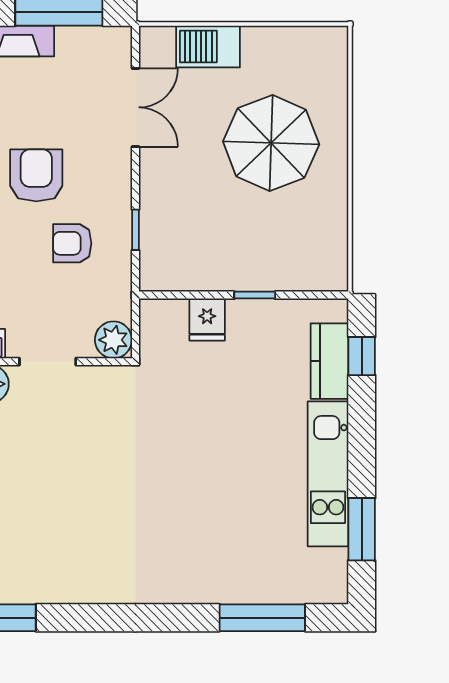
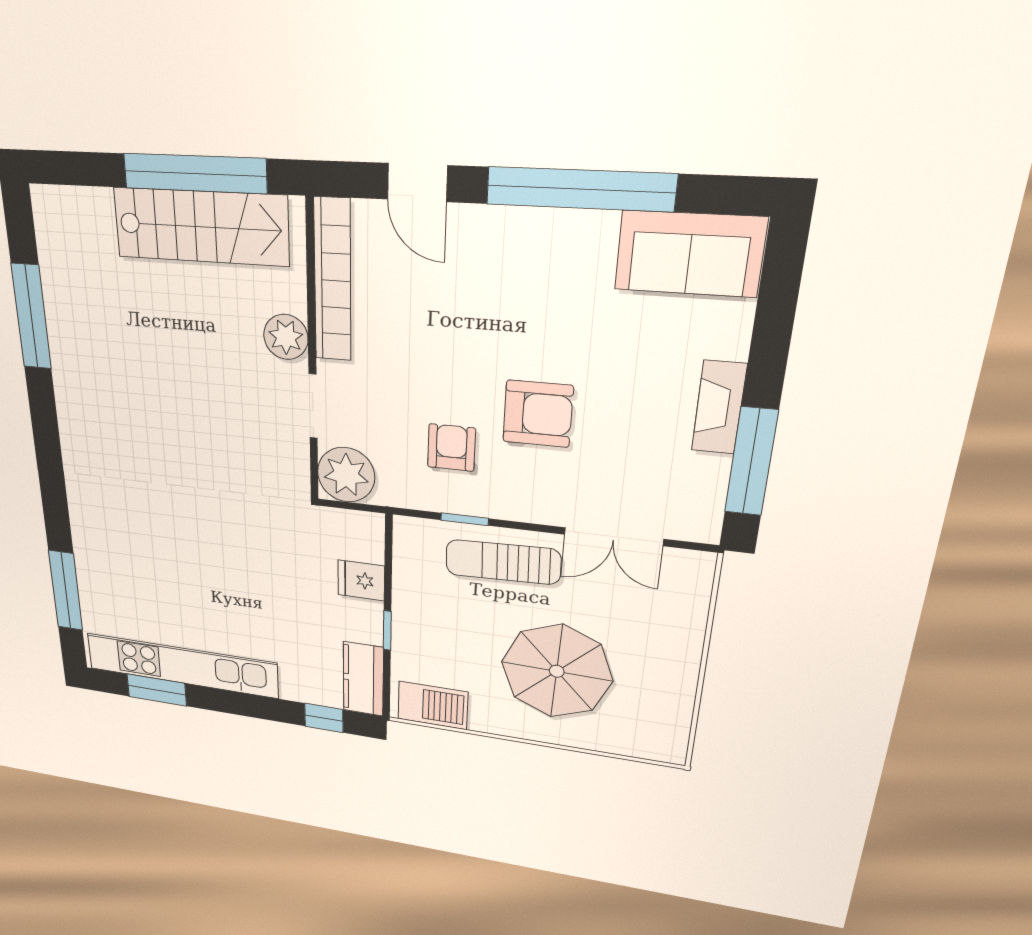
barbecue: (208, 47) -> (433, 705), moved, turned 90
sun lounger: (171, 196) -> (503, 562), added
plant: (113, 340) -> (346, 475), width x1.36, depth x1.36
kitchen counter: (329, 361) -> (363, 679), moved, turned -90
kitchen unit: (328, 474) -> (182, 666), width x1.36

